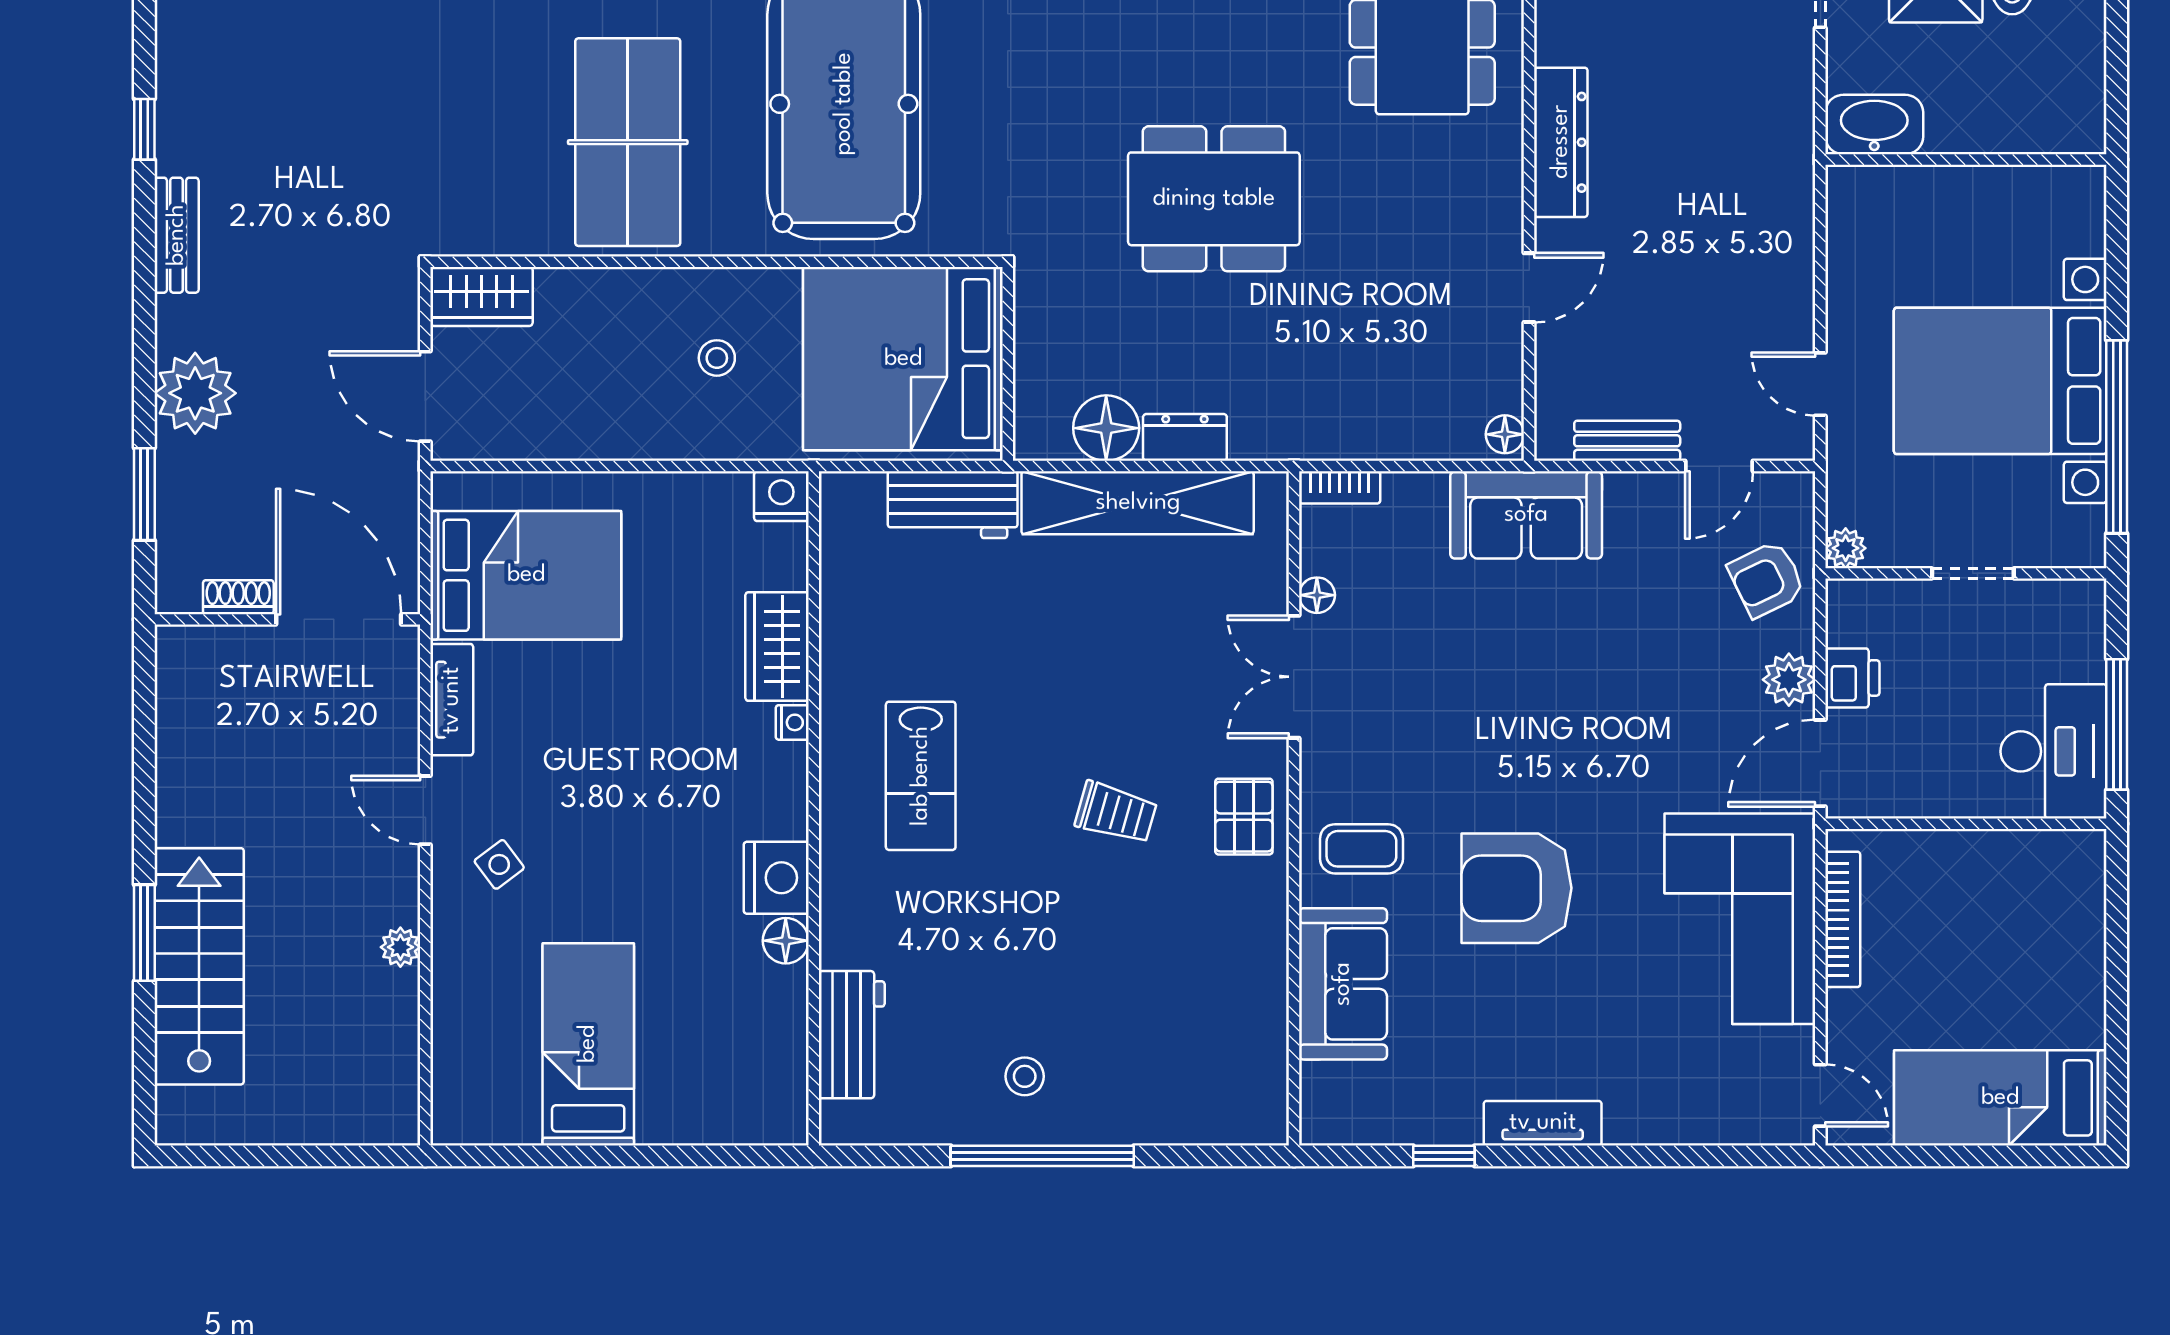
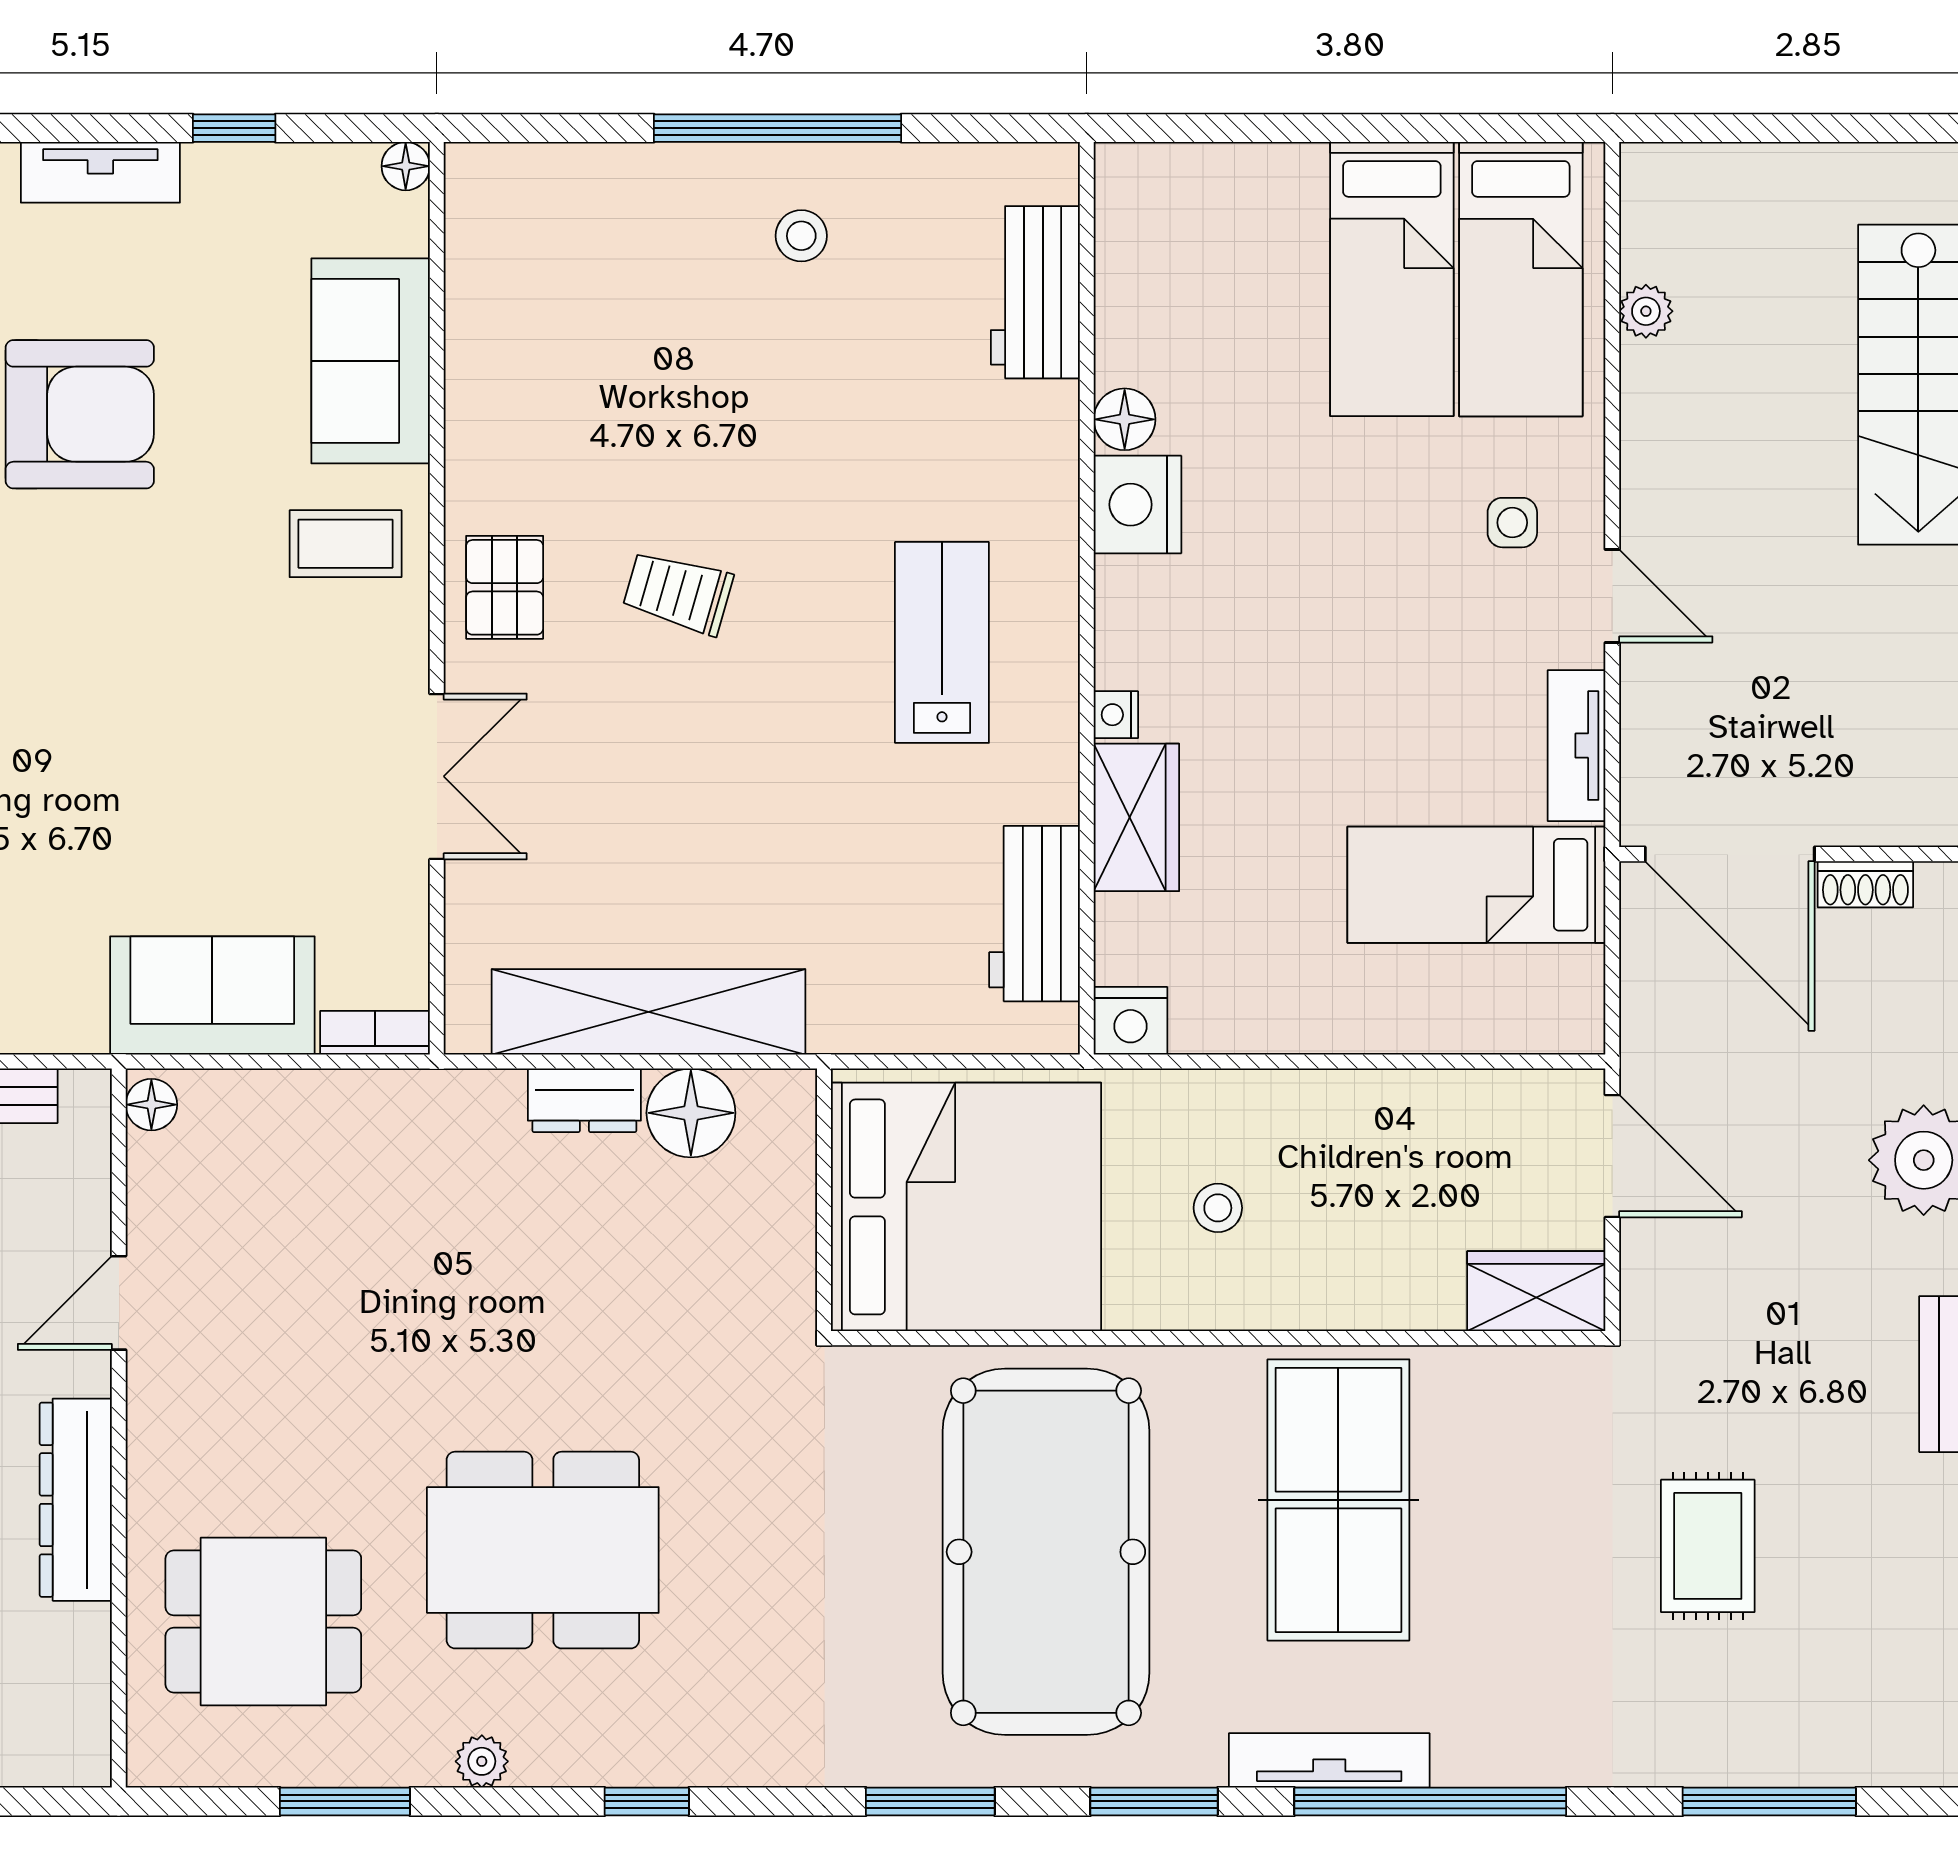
rug: (355, 108) -> (1708, 1546), added
dining table: (1214, 199) -> (543, 1550), moved
workbench: (953, 505) -> (1035, 914), moved, turned -90
sofa: (1526, 515) -> (212, 995), moved
bed: (526, 575) -> (1476, 885), width x0.67
floor lamp: (1317, 595) -> (406, 166), moved
side table: (499, 864) -> (1512, 523), turned 37
armchair: (1516, 888) -> (80, 414), moved
plant: (400, 947) -> (1646, 311), moved
bed: (493, 1044) -> (1521, 279), added

